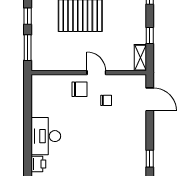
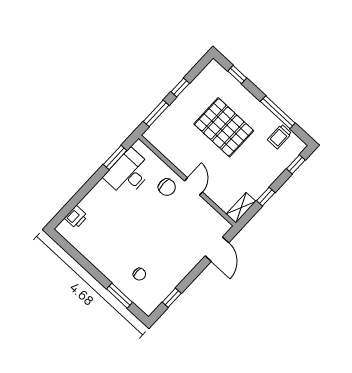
chair: (106, 100) -> (139, 274), moved
window: (28, 101) -> (115, 158), added
desk: (46, 136) -> (129, 173), moved

